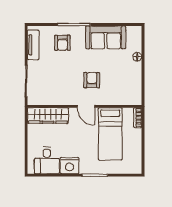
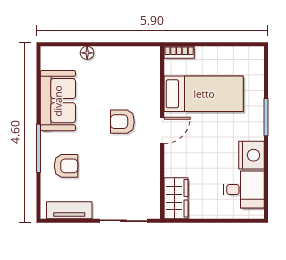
wardrobe: (48, 116) -> (176, 198), width x0.67

